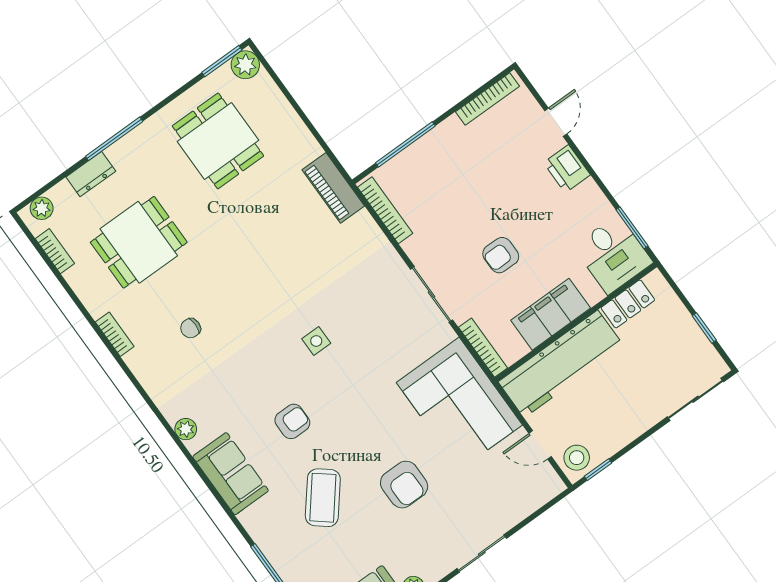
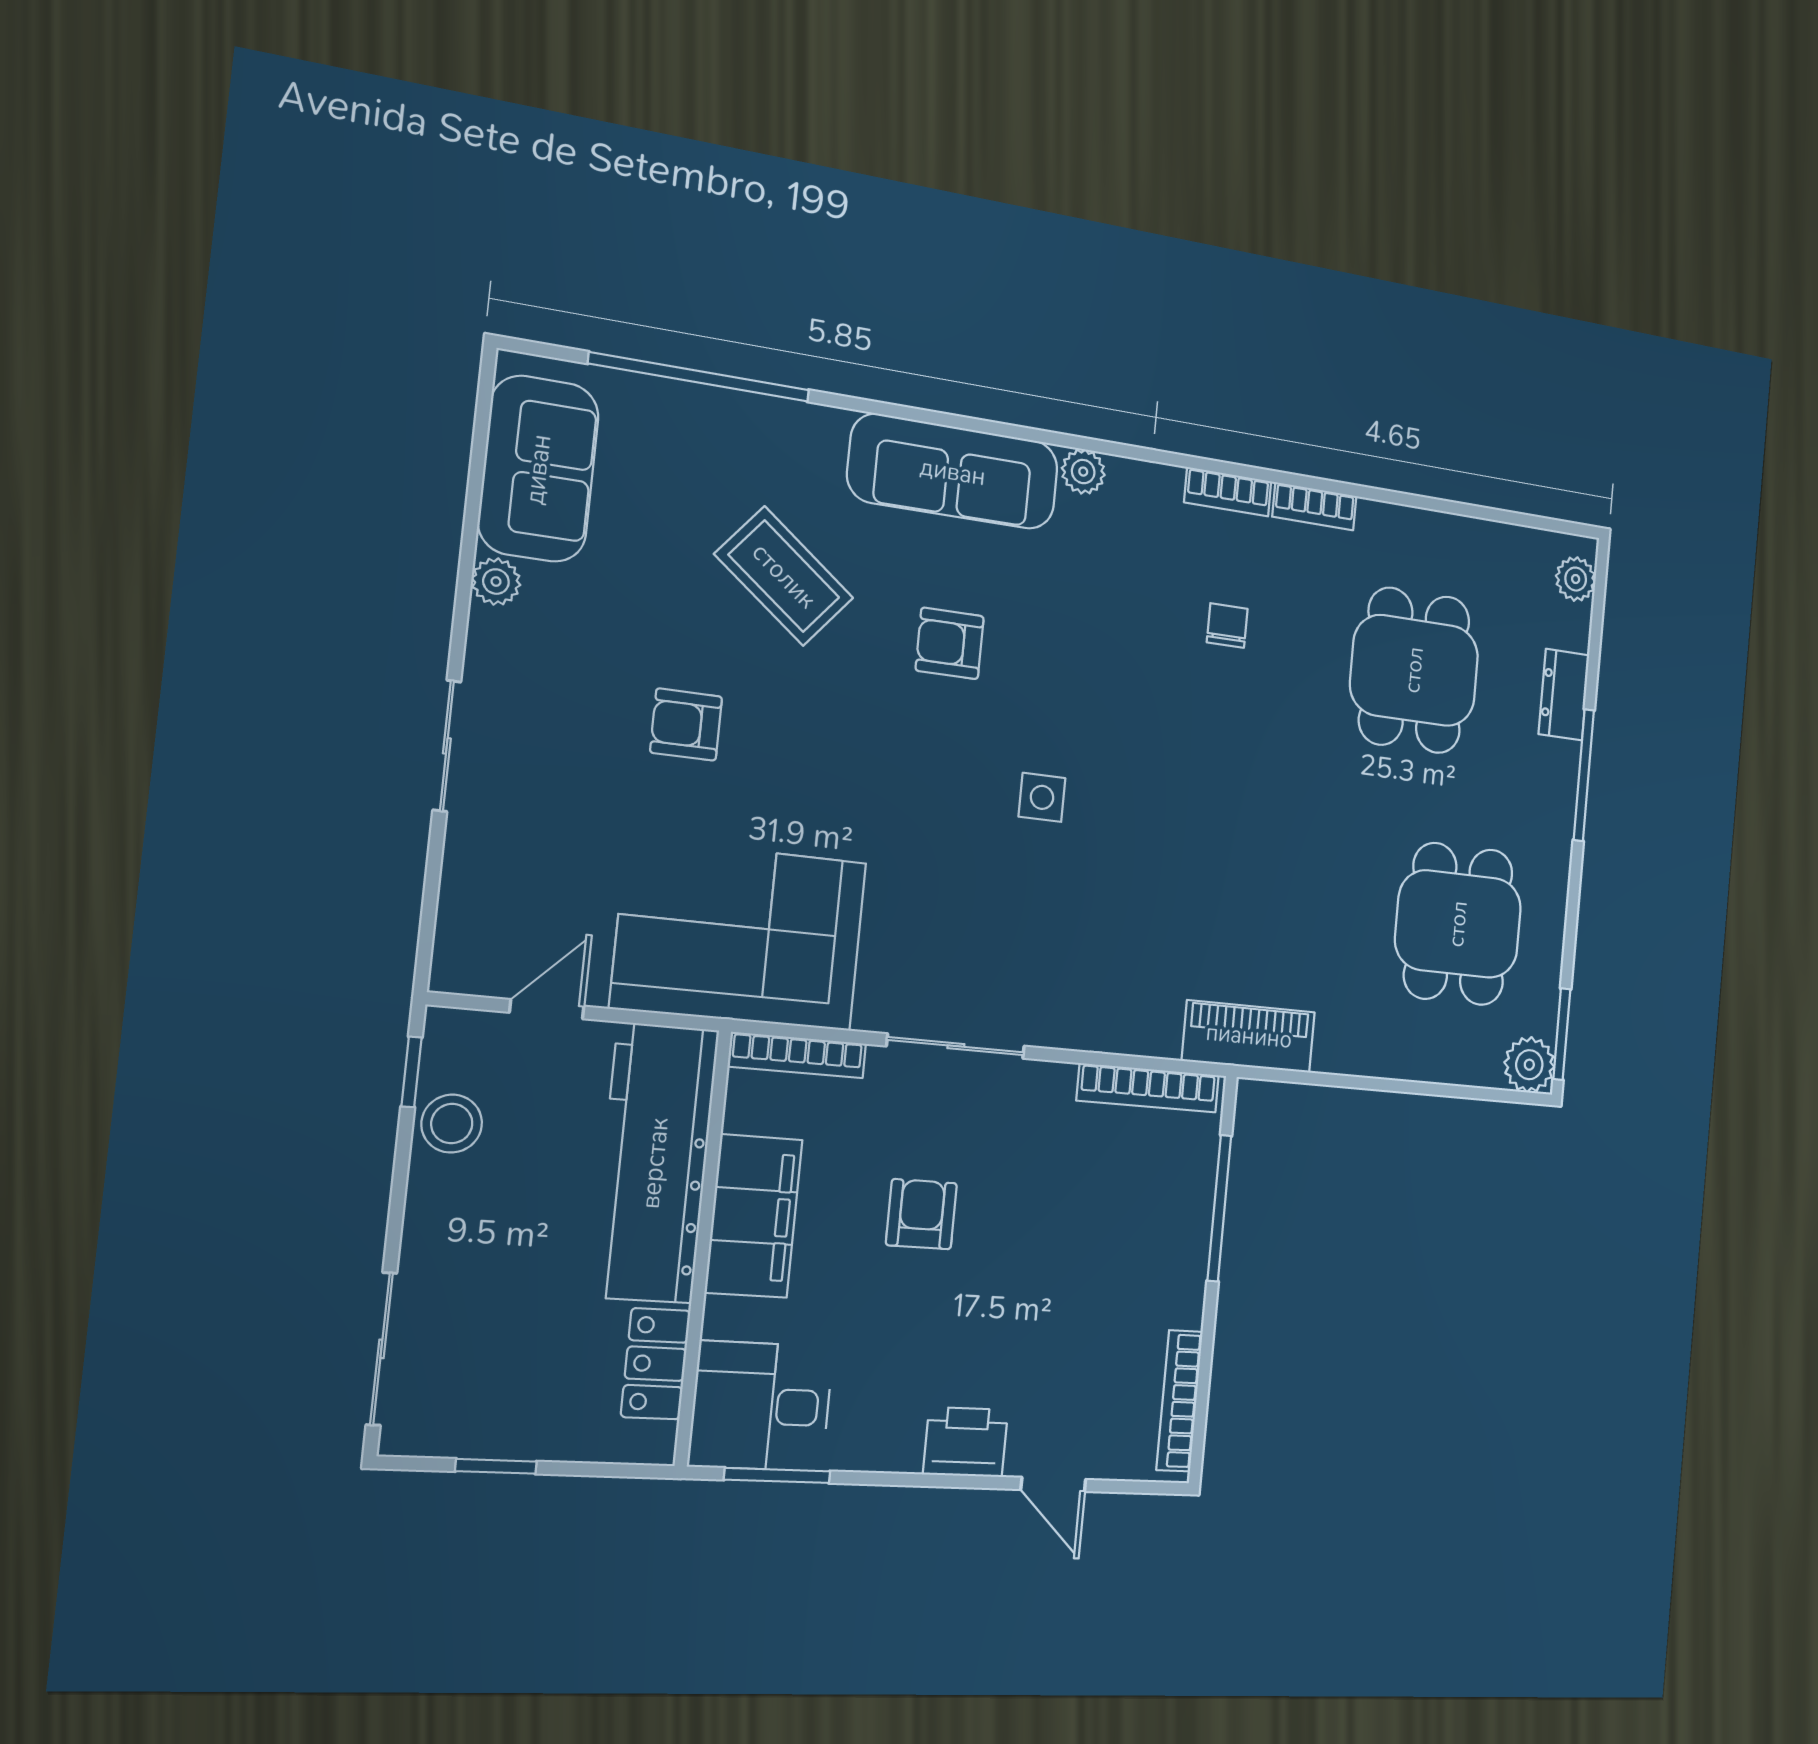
dining table: (218, 141) -> (1458, 924), turned 90
bookcase: (55, 251) -> (1228, 492), moved
armchair: (292, 421) -> (950, 643), turned 90
stool: (577, 458) -> (452, 1124), moved
sofa: (231, 474) -> (953, 472), width x1.36
armchair: (404, 485) -> (686, 725), width x0.72, depth x0.72

